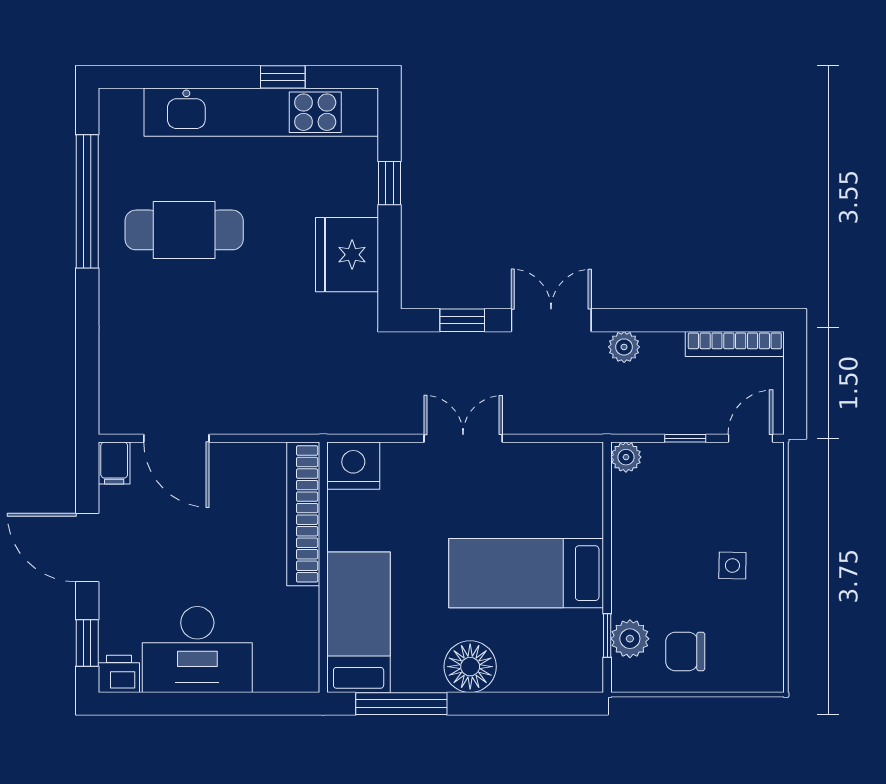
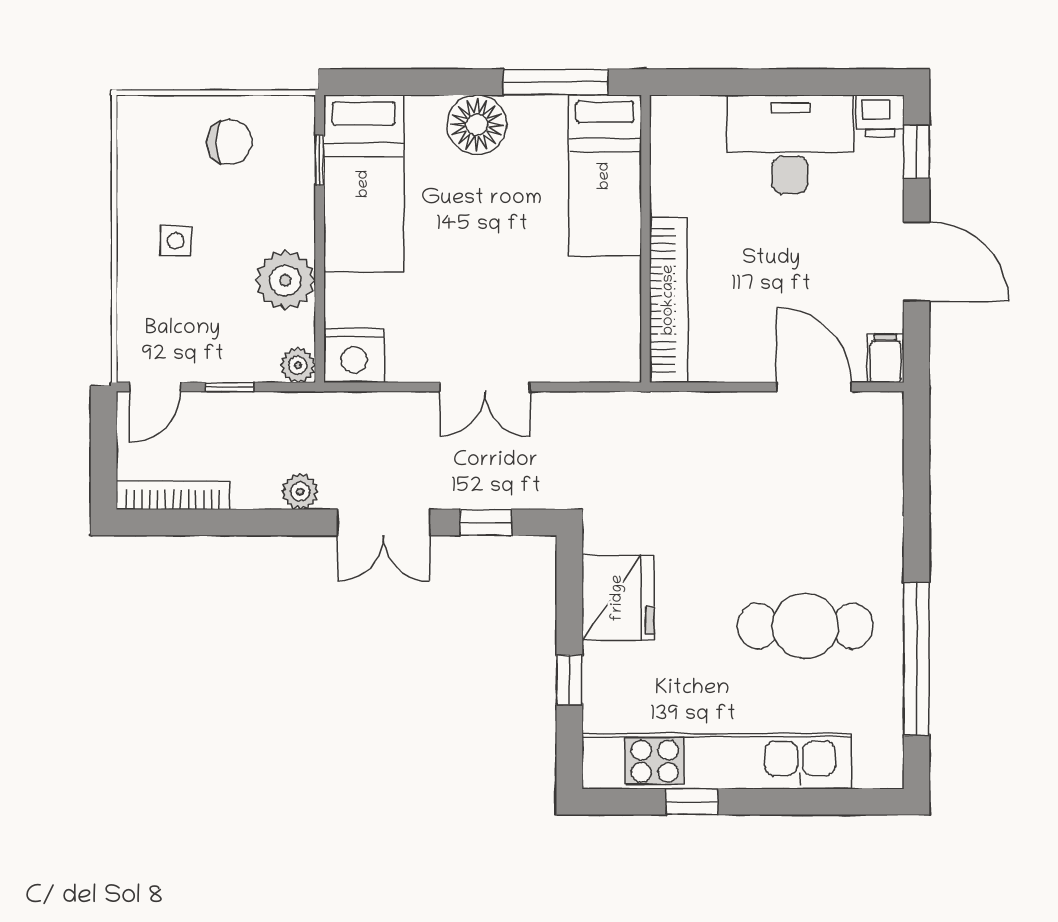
nightstand: (353, 466) -> (354, 355), moved
bed: (526, 573) -> (364, 184), moved, turned 90
plant: (630, 639) -> (285, 280), moved, width x1.36, depth x1.36

